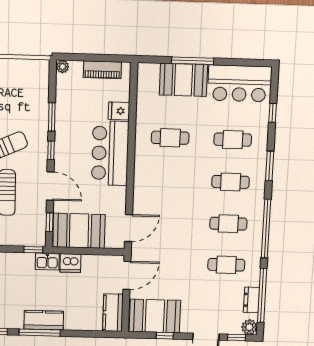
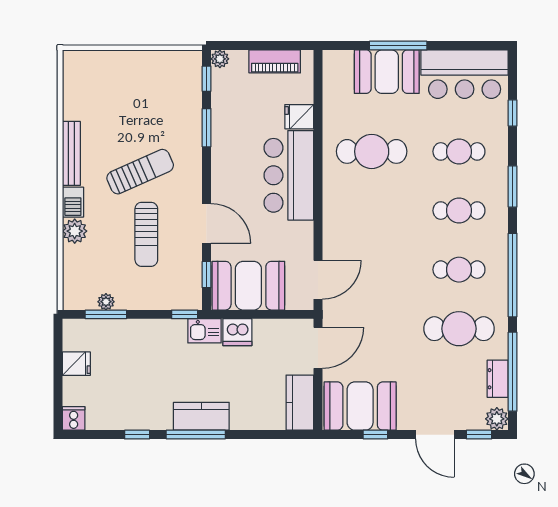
cafe table: (170, 138) -> (372, 151), width x1.37, depth x1.35
window: (51, 150) -> (207, 79), moved
cafe table: (226, 265) -> (459, 329), width x1.37, depth x1.35

